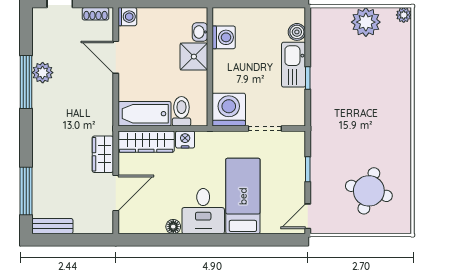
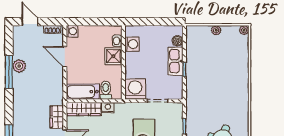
plant: (366, 22) -> (216, 30), width x0.53, depth x0.53

